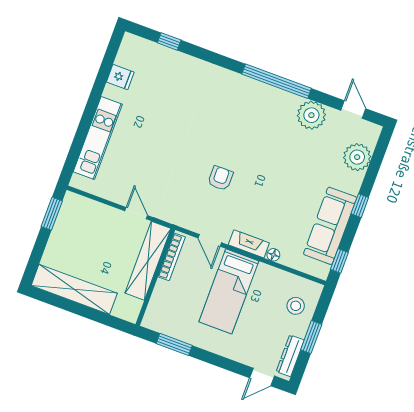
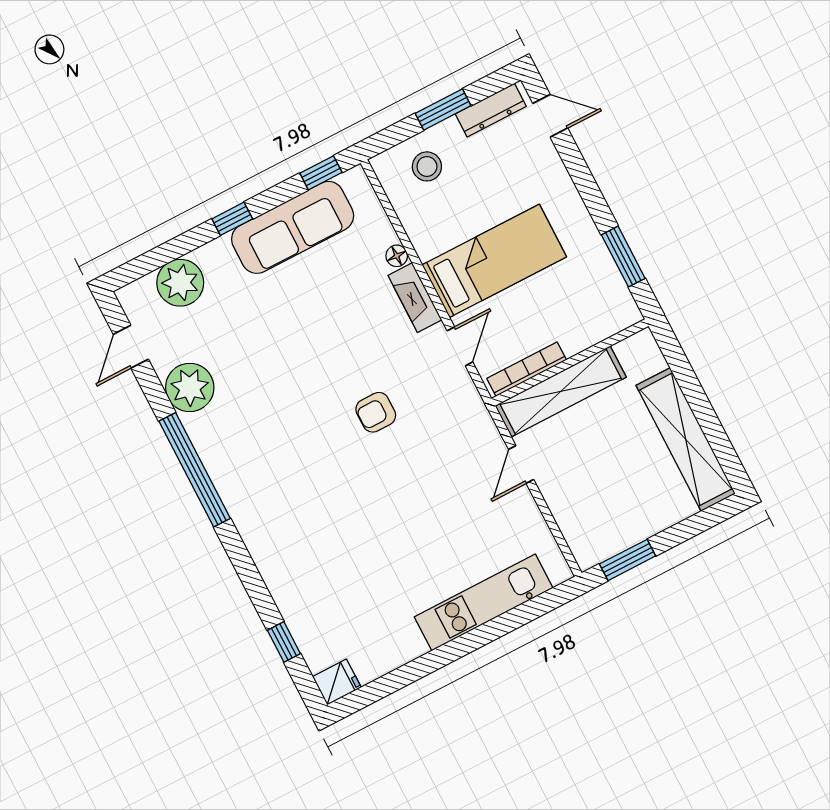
fridge: (120, 77) -> (337, 682), moved, turned 90

